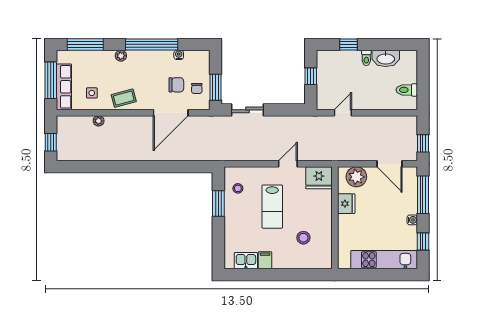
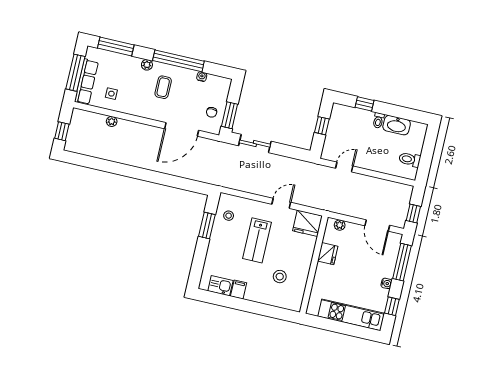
chair: (176, 85) -> (193, 104), removed
coffee table: (124, 98) -> (163, 87), moved, turned -75
plant: (356, 177) -> (340, 225), width x0.53, depth x0.53

